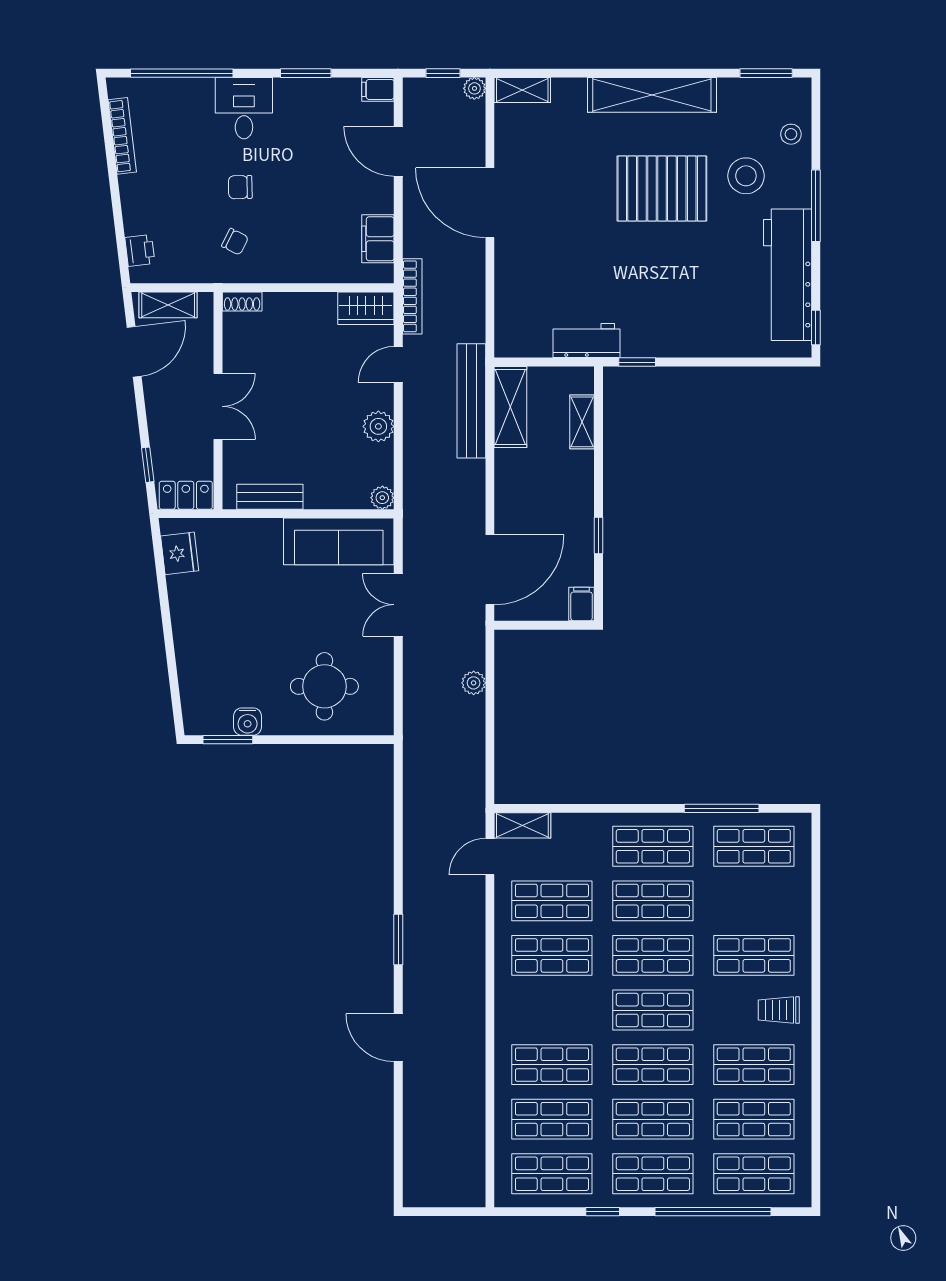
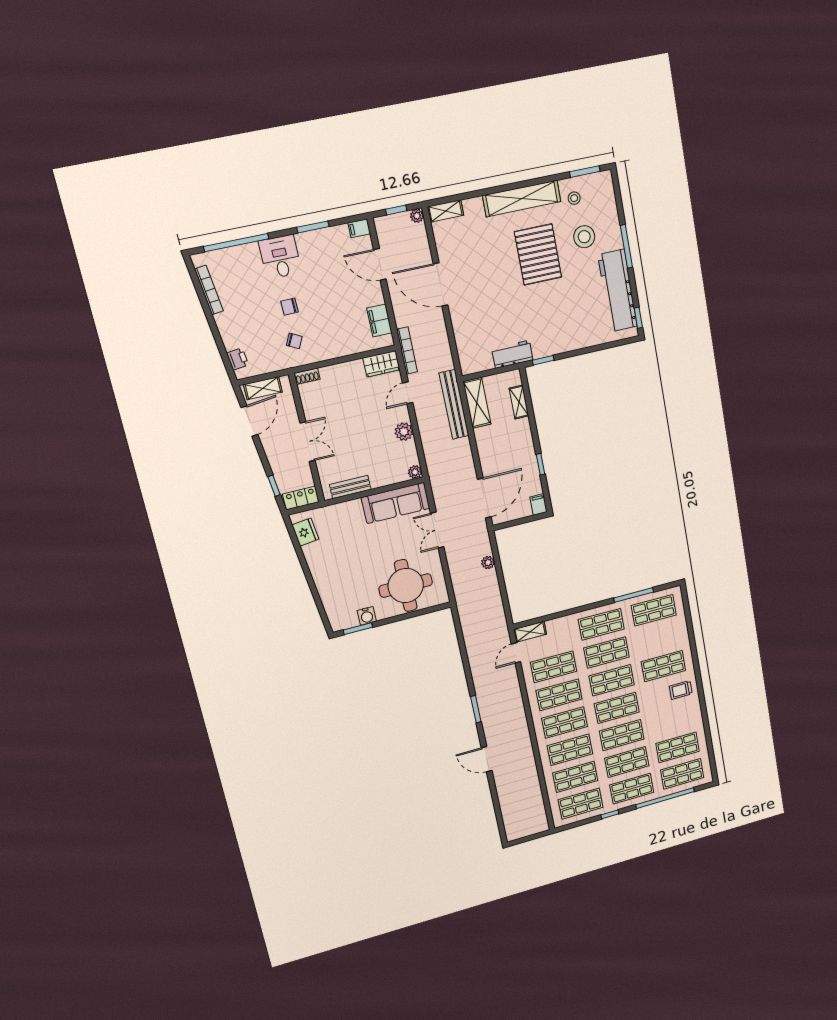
stool: (791, 134) -> (574, 198), moved
pallet: (662, 188) -> (538, 254), turned 90
round table: (324, 686) -> (406, 586), width x1.36, depth x1.36
shop shelf: (754, 1065) -> (565, 722), moved

